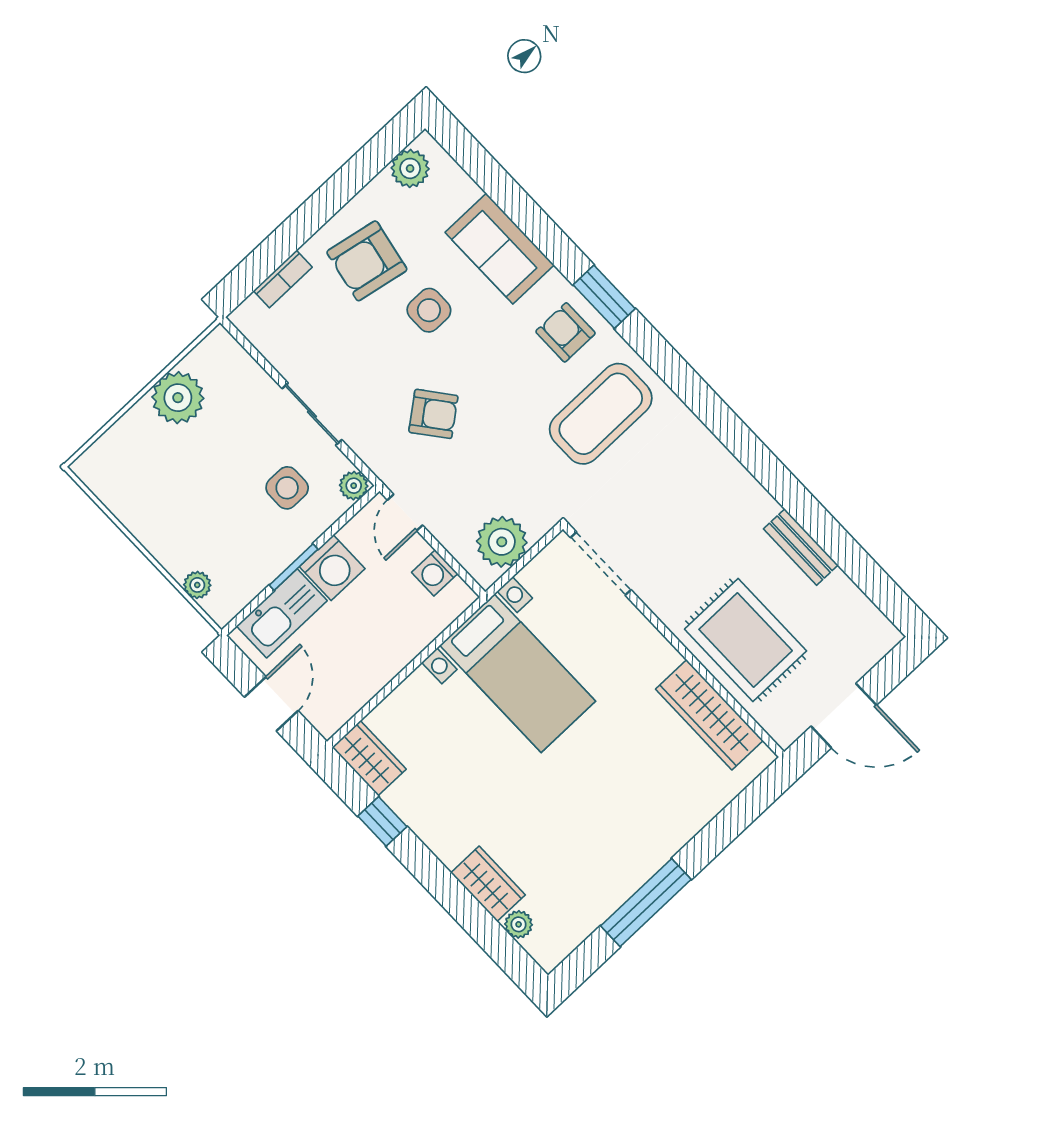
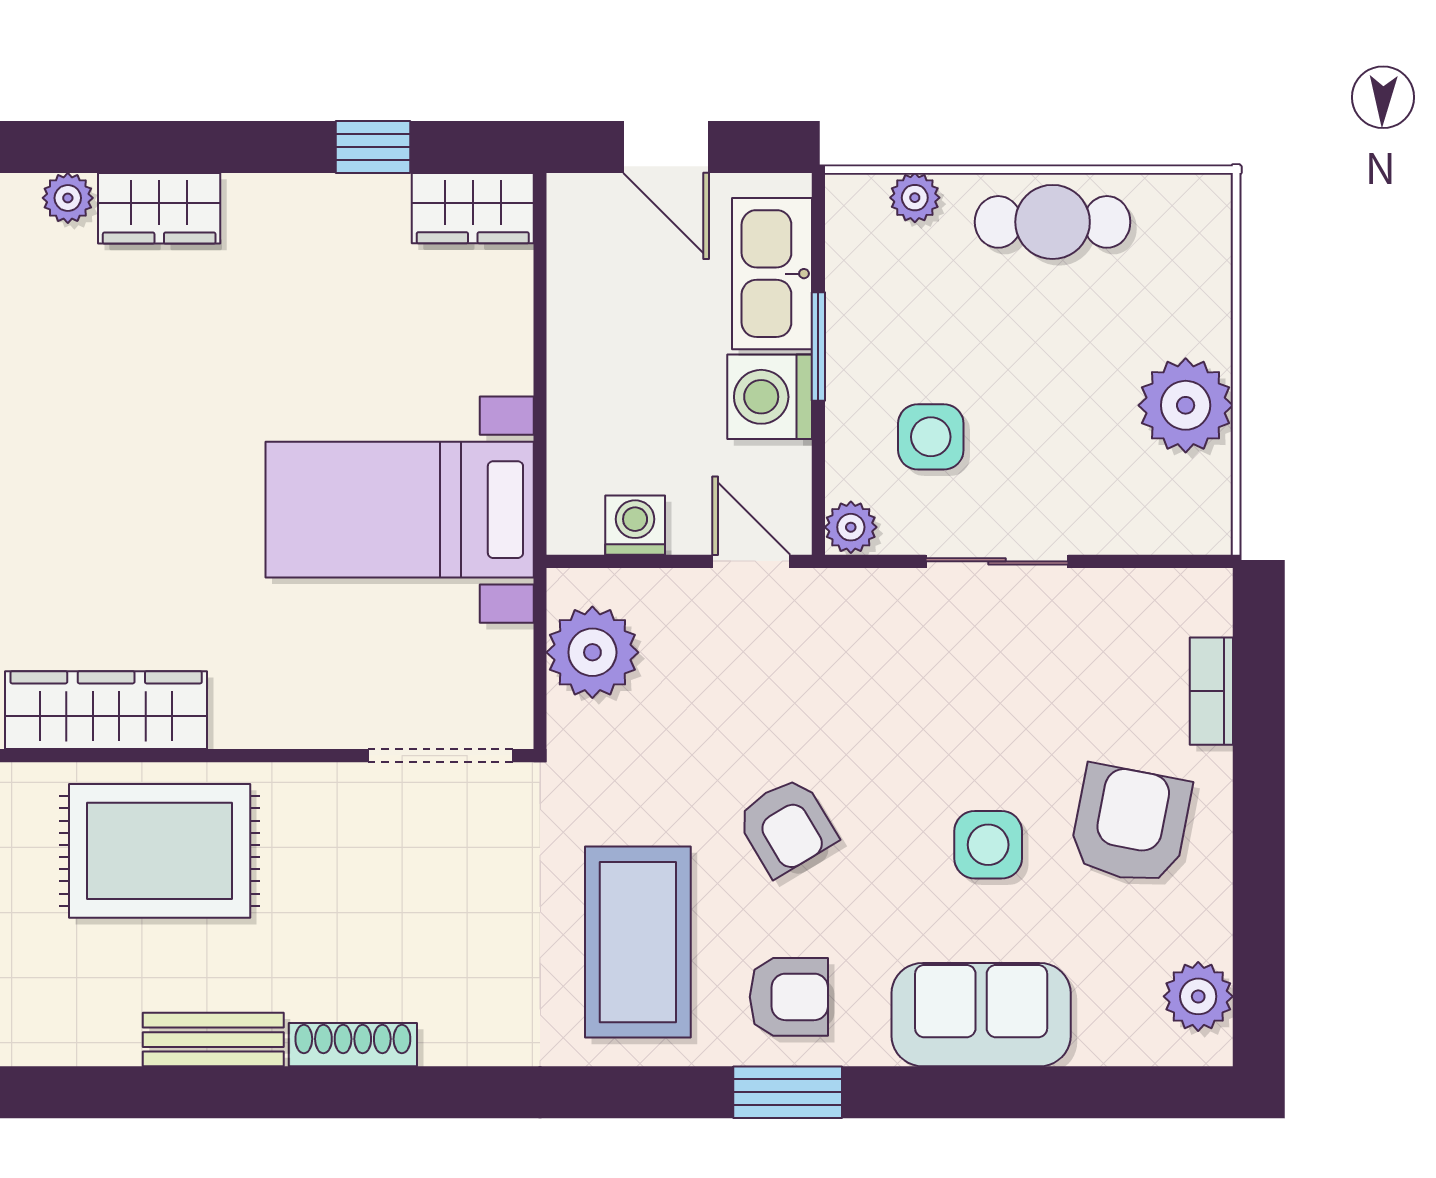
armchair: (433, 414) -> (786, 826), moved, turned -83
shoe rack: (750, 489) -> (353, 1045), added
cafe table: (155, 520) -> (1053, 222), added

